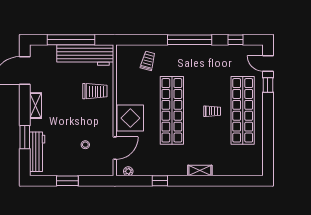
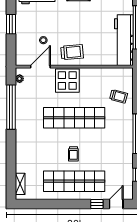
trolley: (95, 91) -> (72, 52), moved, turned -95
door: (115, 148) -> (40, 67), swing flipped
shelving: (200, 171) -> (20, 184), moved
window: (160, 181) -> (11, 107), width x3.17

